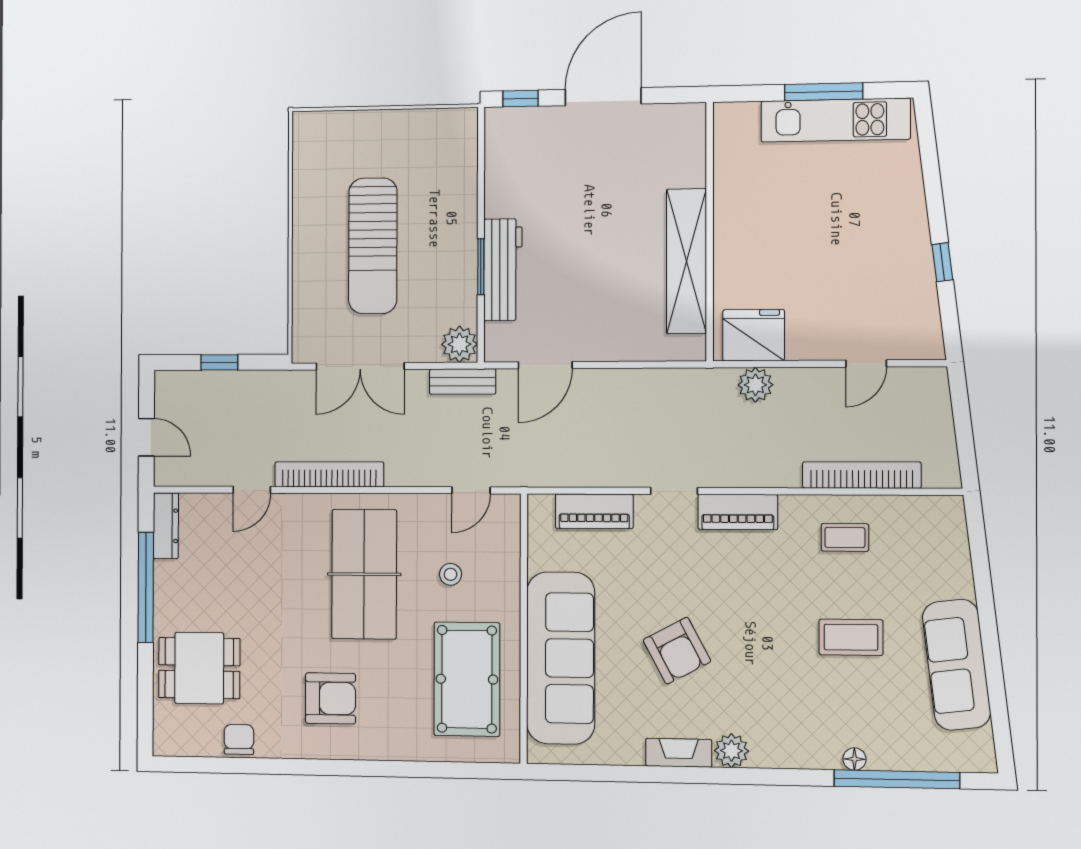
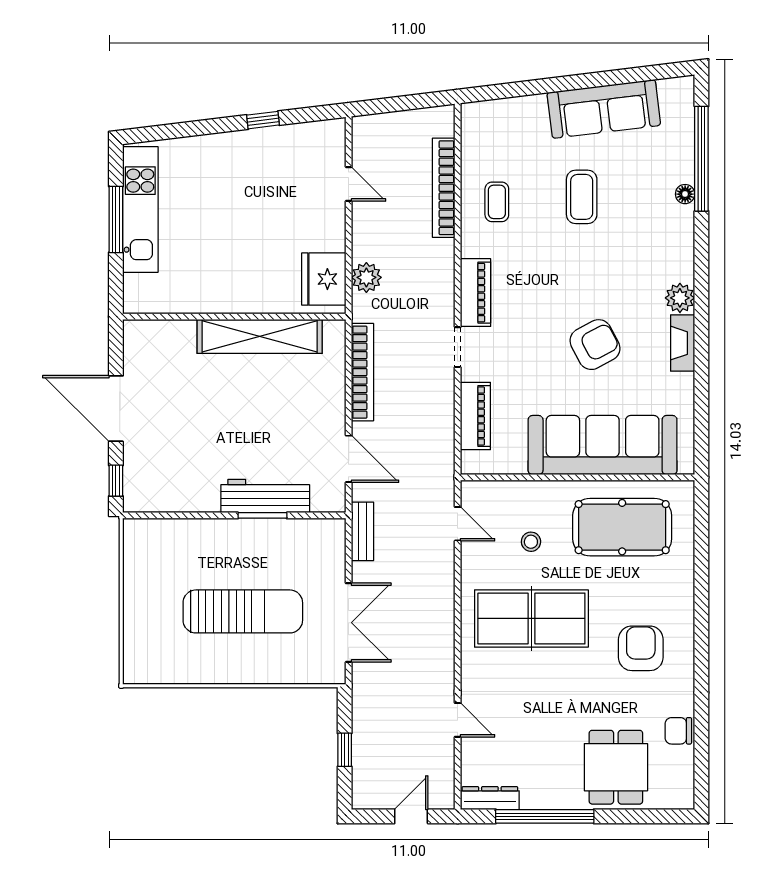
plant: (459, 344) -> (330, 534), removed
bookcase: (329, 474) -> (362, 372), moved, turned 180

